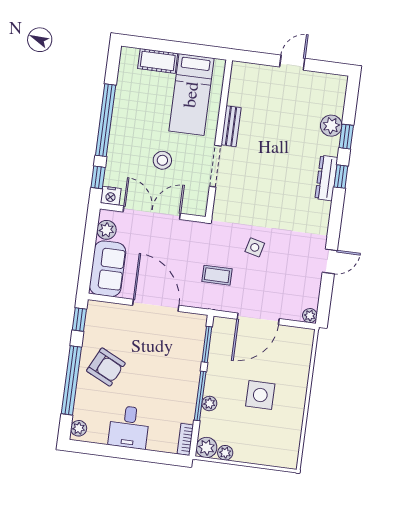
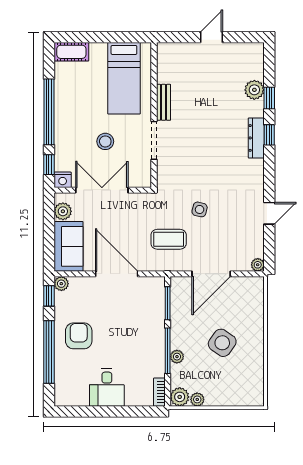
cot: (158, 61) -> (71, 52), moved
coffee table: (217, 275) -> (169, 239), width x1.36, depth x1.30
armchair: (106, 367) -> (79, 336), turned -116
side table: (260, 395) -> (222, 343), turned 35
plant: (79, 428) -> (61, 284), moved

